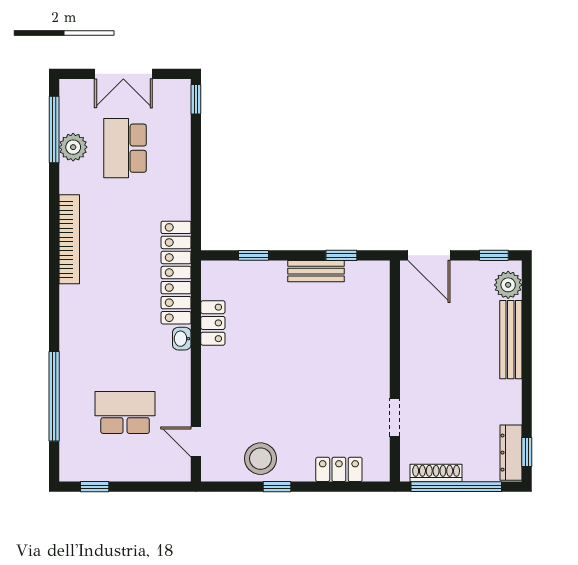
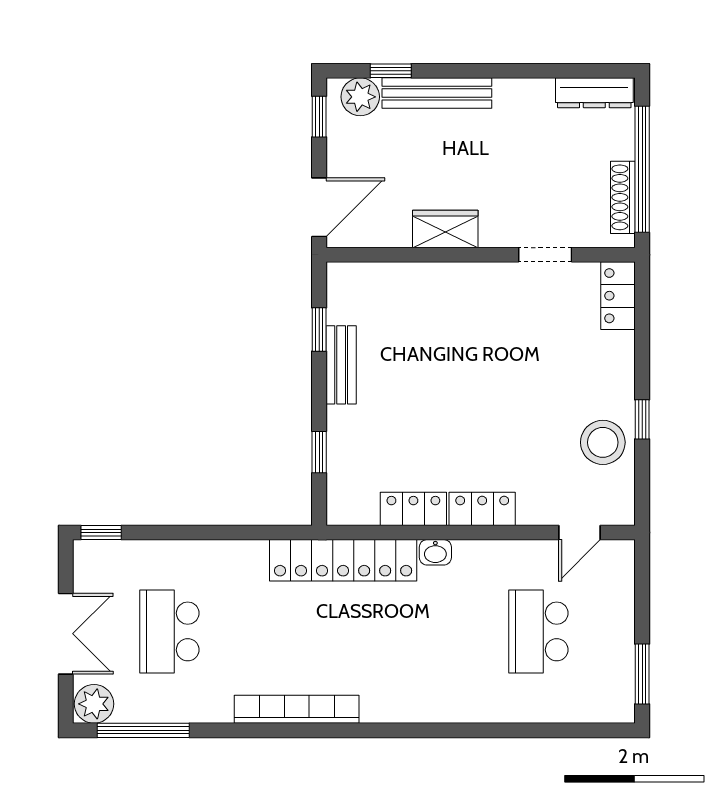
plant: (73, 147) -> (94, 704), moved
school desk: (125, 148) -> (169, 631), turned 90
wardrobe: (413, 346) -> (445, 229), added
locker: (213, 372) -> (482, 509), added
window: (54, 396) -> (516, 730), removed
window: (527, 452) -> (391, 71), moved
locker: (339, 469) -> (618, 296), moved
window: (95, 487) -> (642, 674), width x1.50

